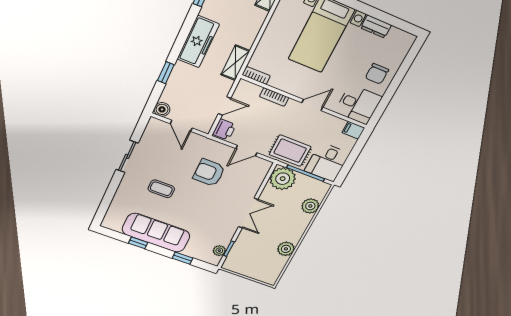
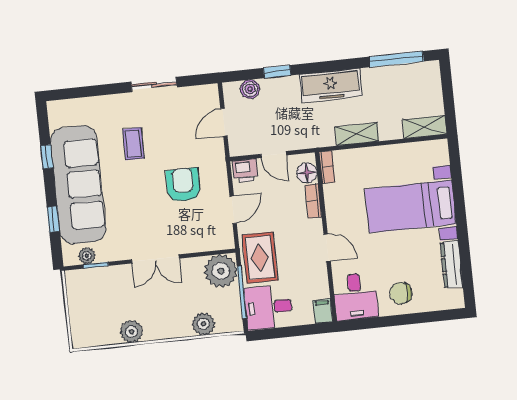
dresser: (376, 26) -> (451, 265), width x1.44
shelving: (235, 63) -> (357, 134), moved
floor lamp: (252, 91) -> (307, 173), added
boiler: (162, 109) -> (250, 89), moved
door: (246, 151) -> (233, 210), swing flipped
sofa: (156, 233) -> (78, 185), width x1.36, depth x1.27

